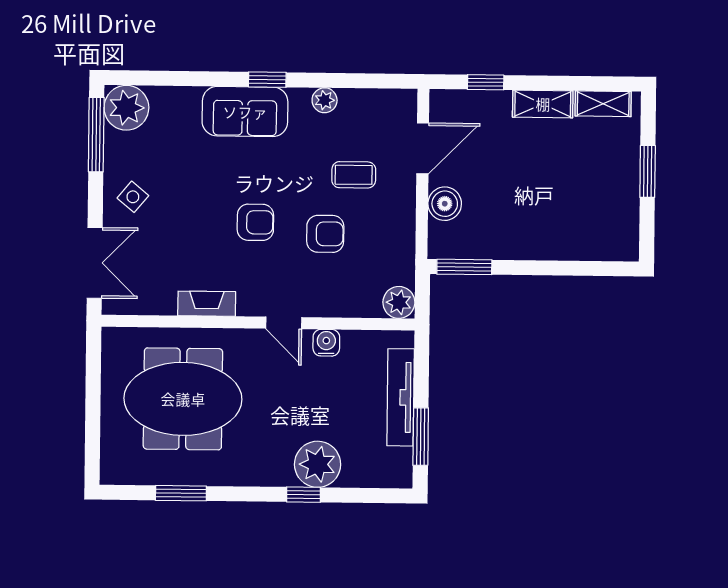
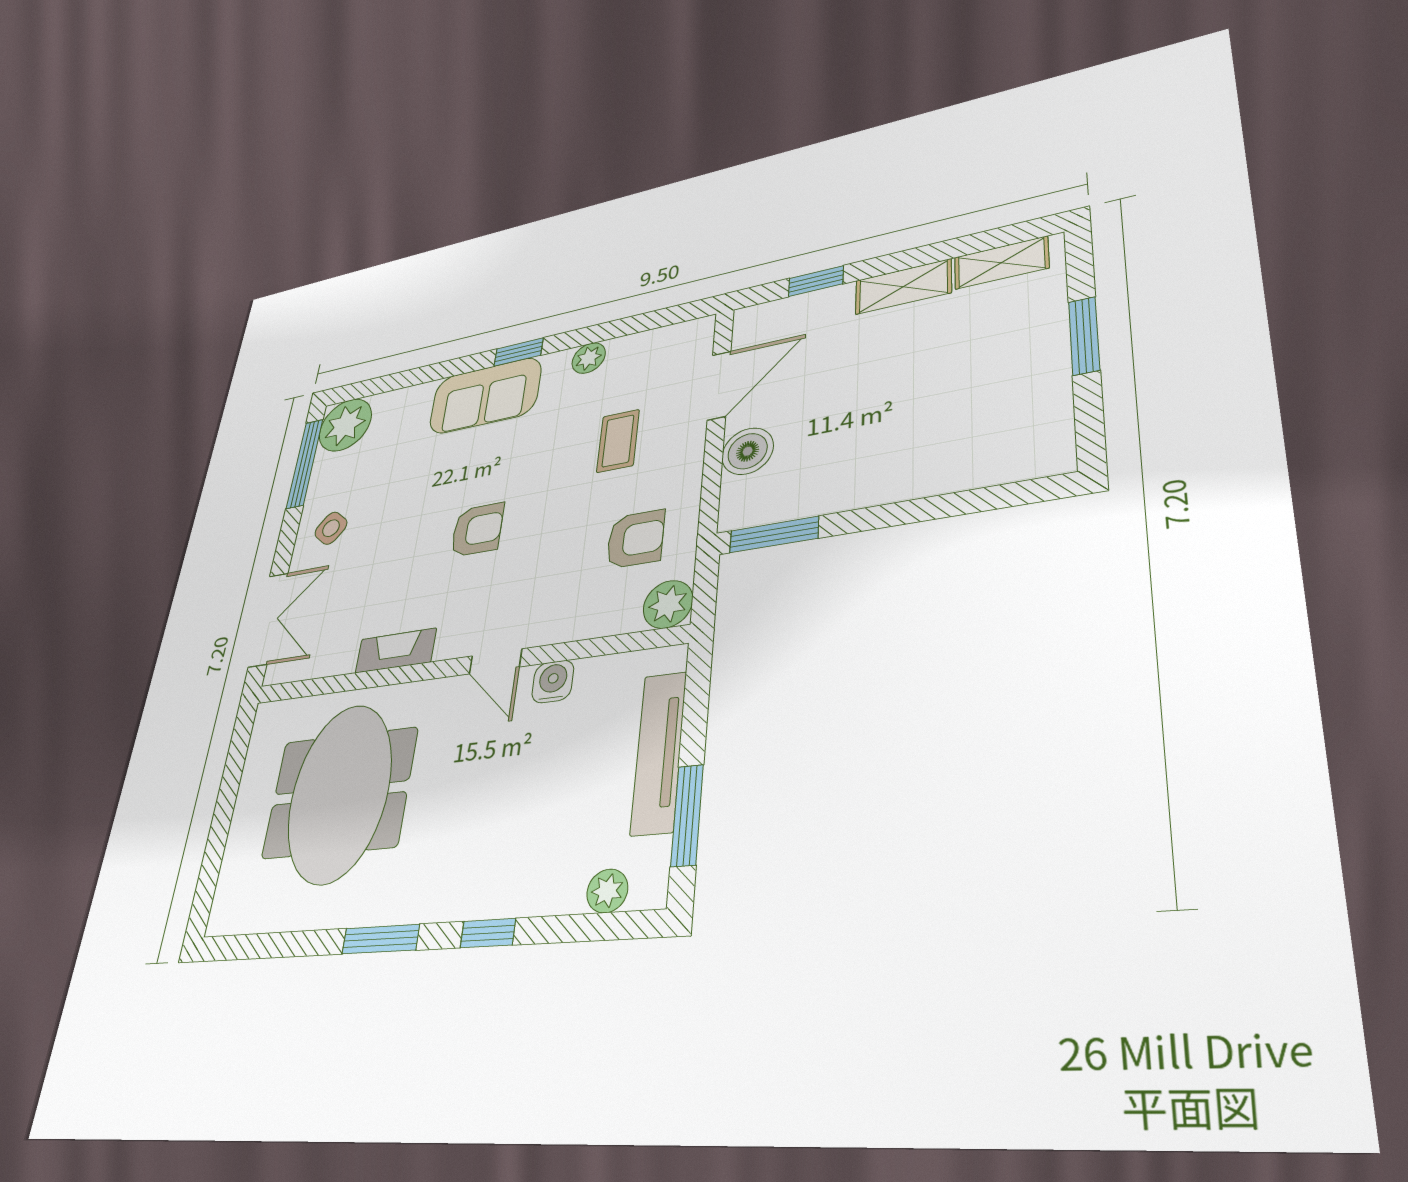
coffee table: (354, 175) -> (618, 441), turned 90
armchair: (325, 234) -> (635, 539), moved
meeting table: (183, 399) -> (340, 793), turned 90
plant: (318, 464) -> (607, 891), moved, width x0.53, depth x0.53
window: (181, 493) -> (381, 939), moved

